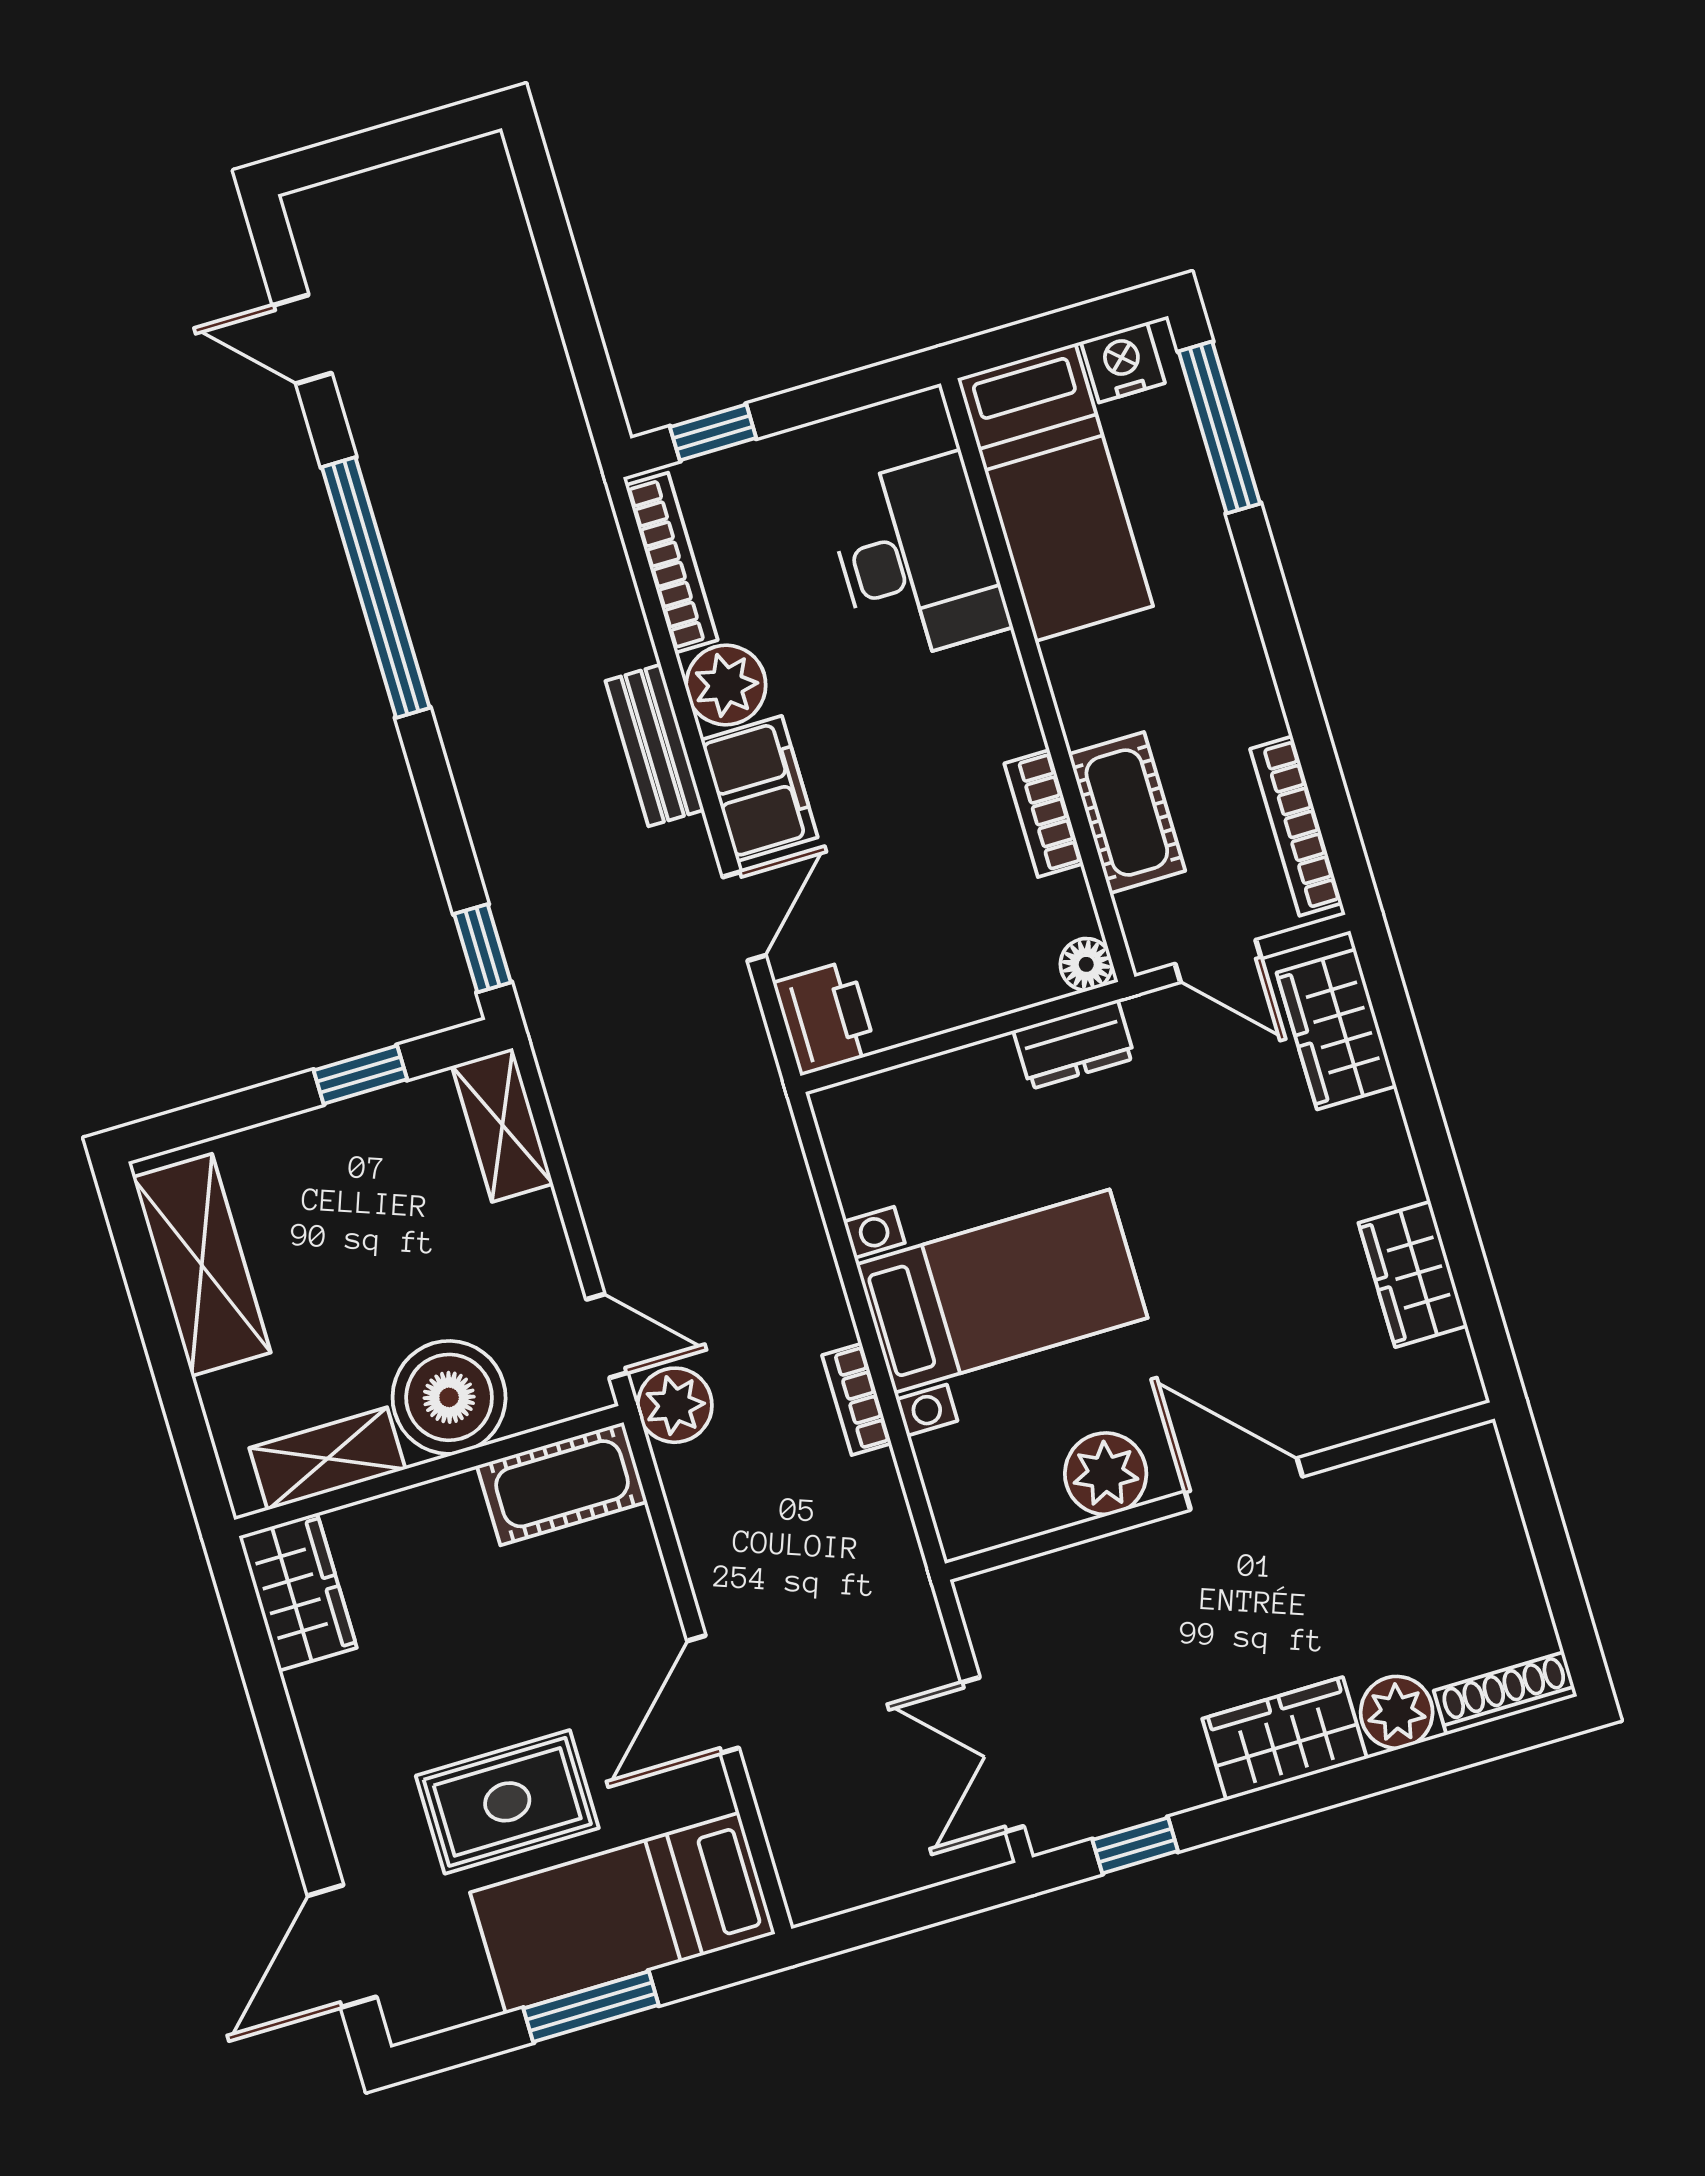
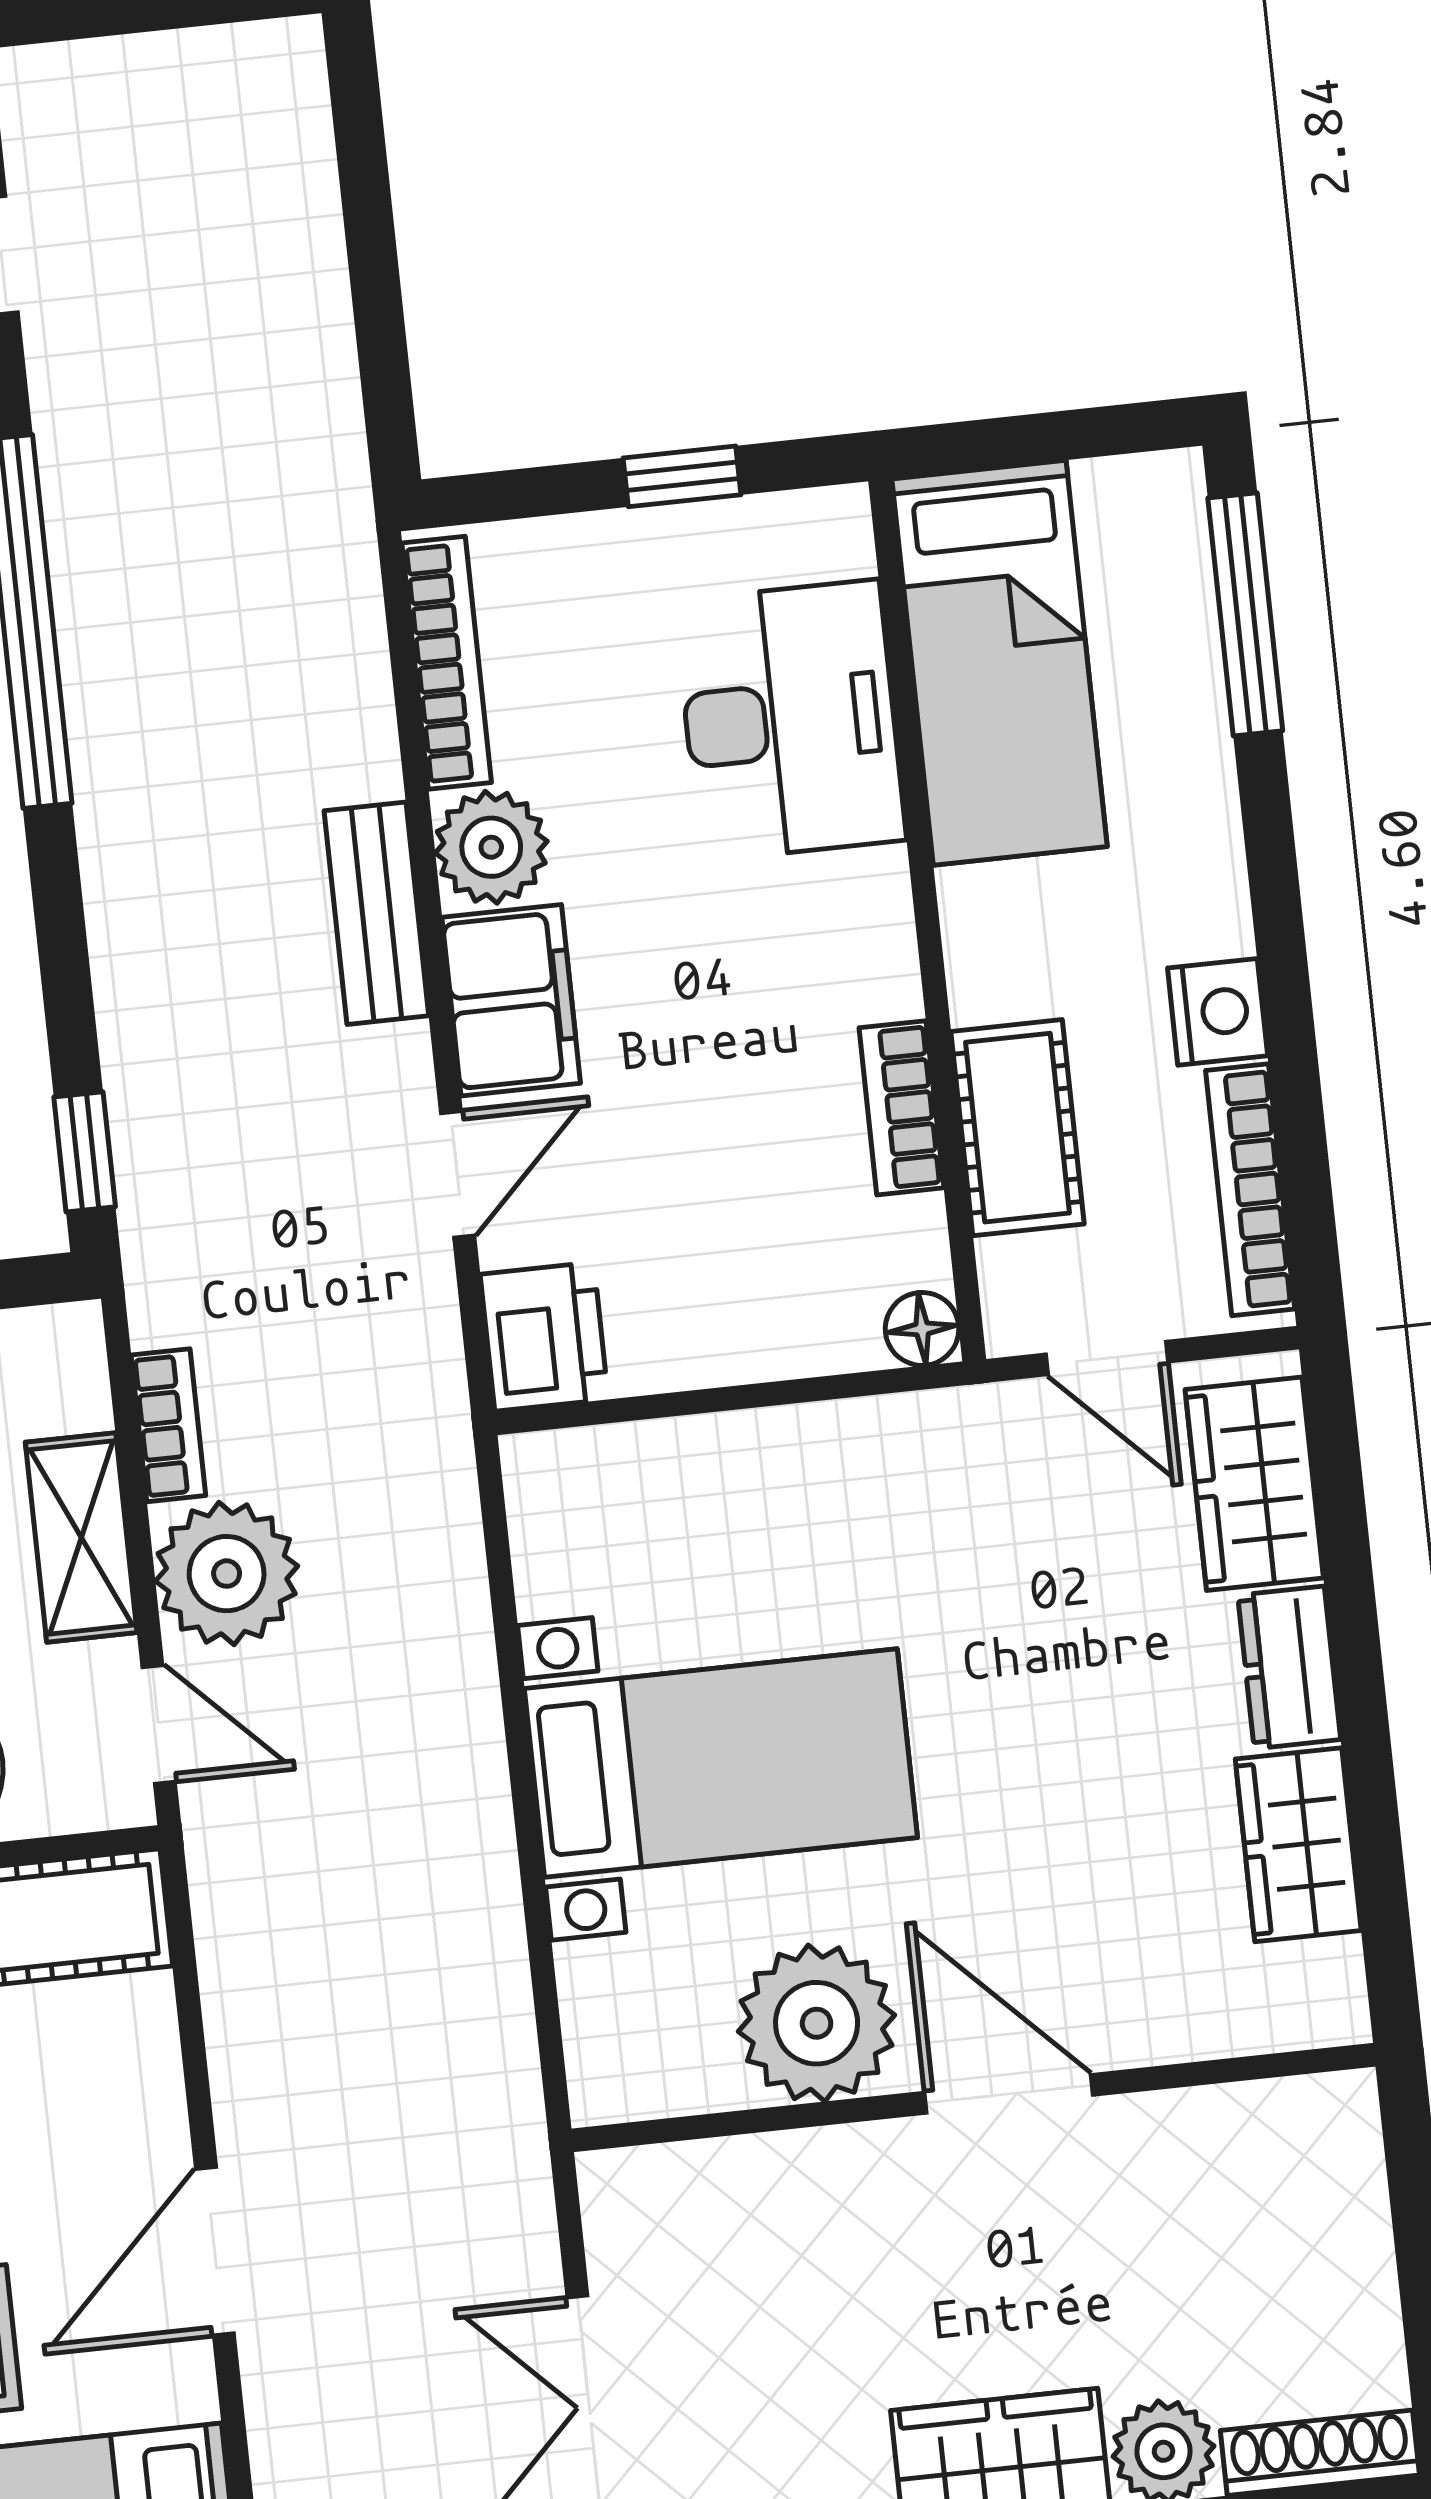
nightstand: (1123, 362) -> (1218, 1012), moved, turned 90
window: (713, 432) -> (682, 476), moved
dresser: (1074, 1044) -> (1289, 1667), moved, turned 90
shelving: (502, 1125) -> (81, 1537), moved
bookcase: (857, 1399) -> (168, 1425), moved, turned 180
plant: (675, 1405) -> (227, 1574), moved, width x1.36, depth x1.36
plant: (1106, 1474) -> (817, 2023), width x1.36, depth x1.36

